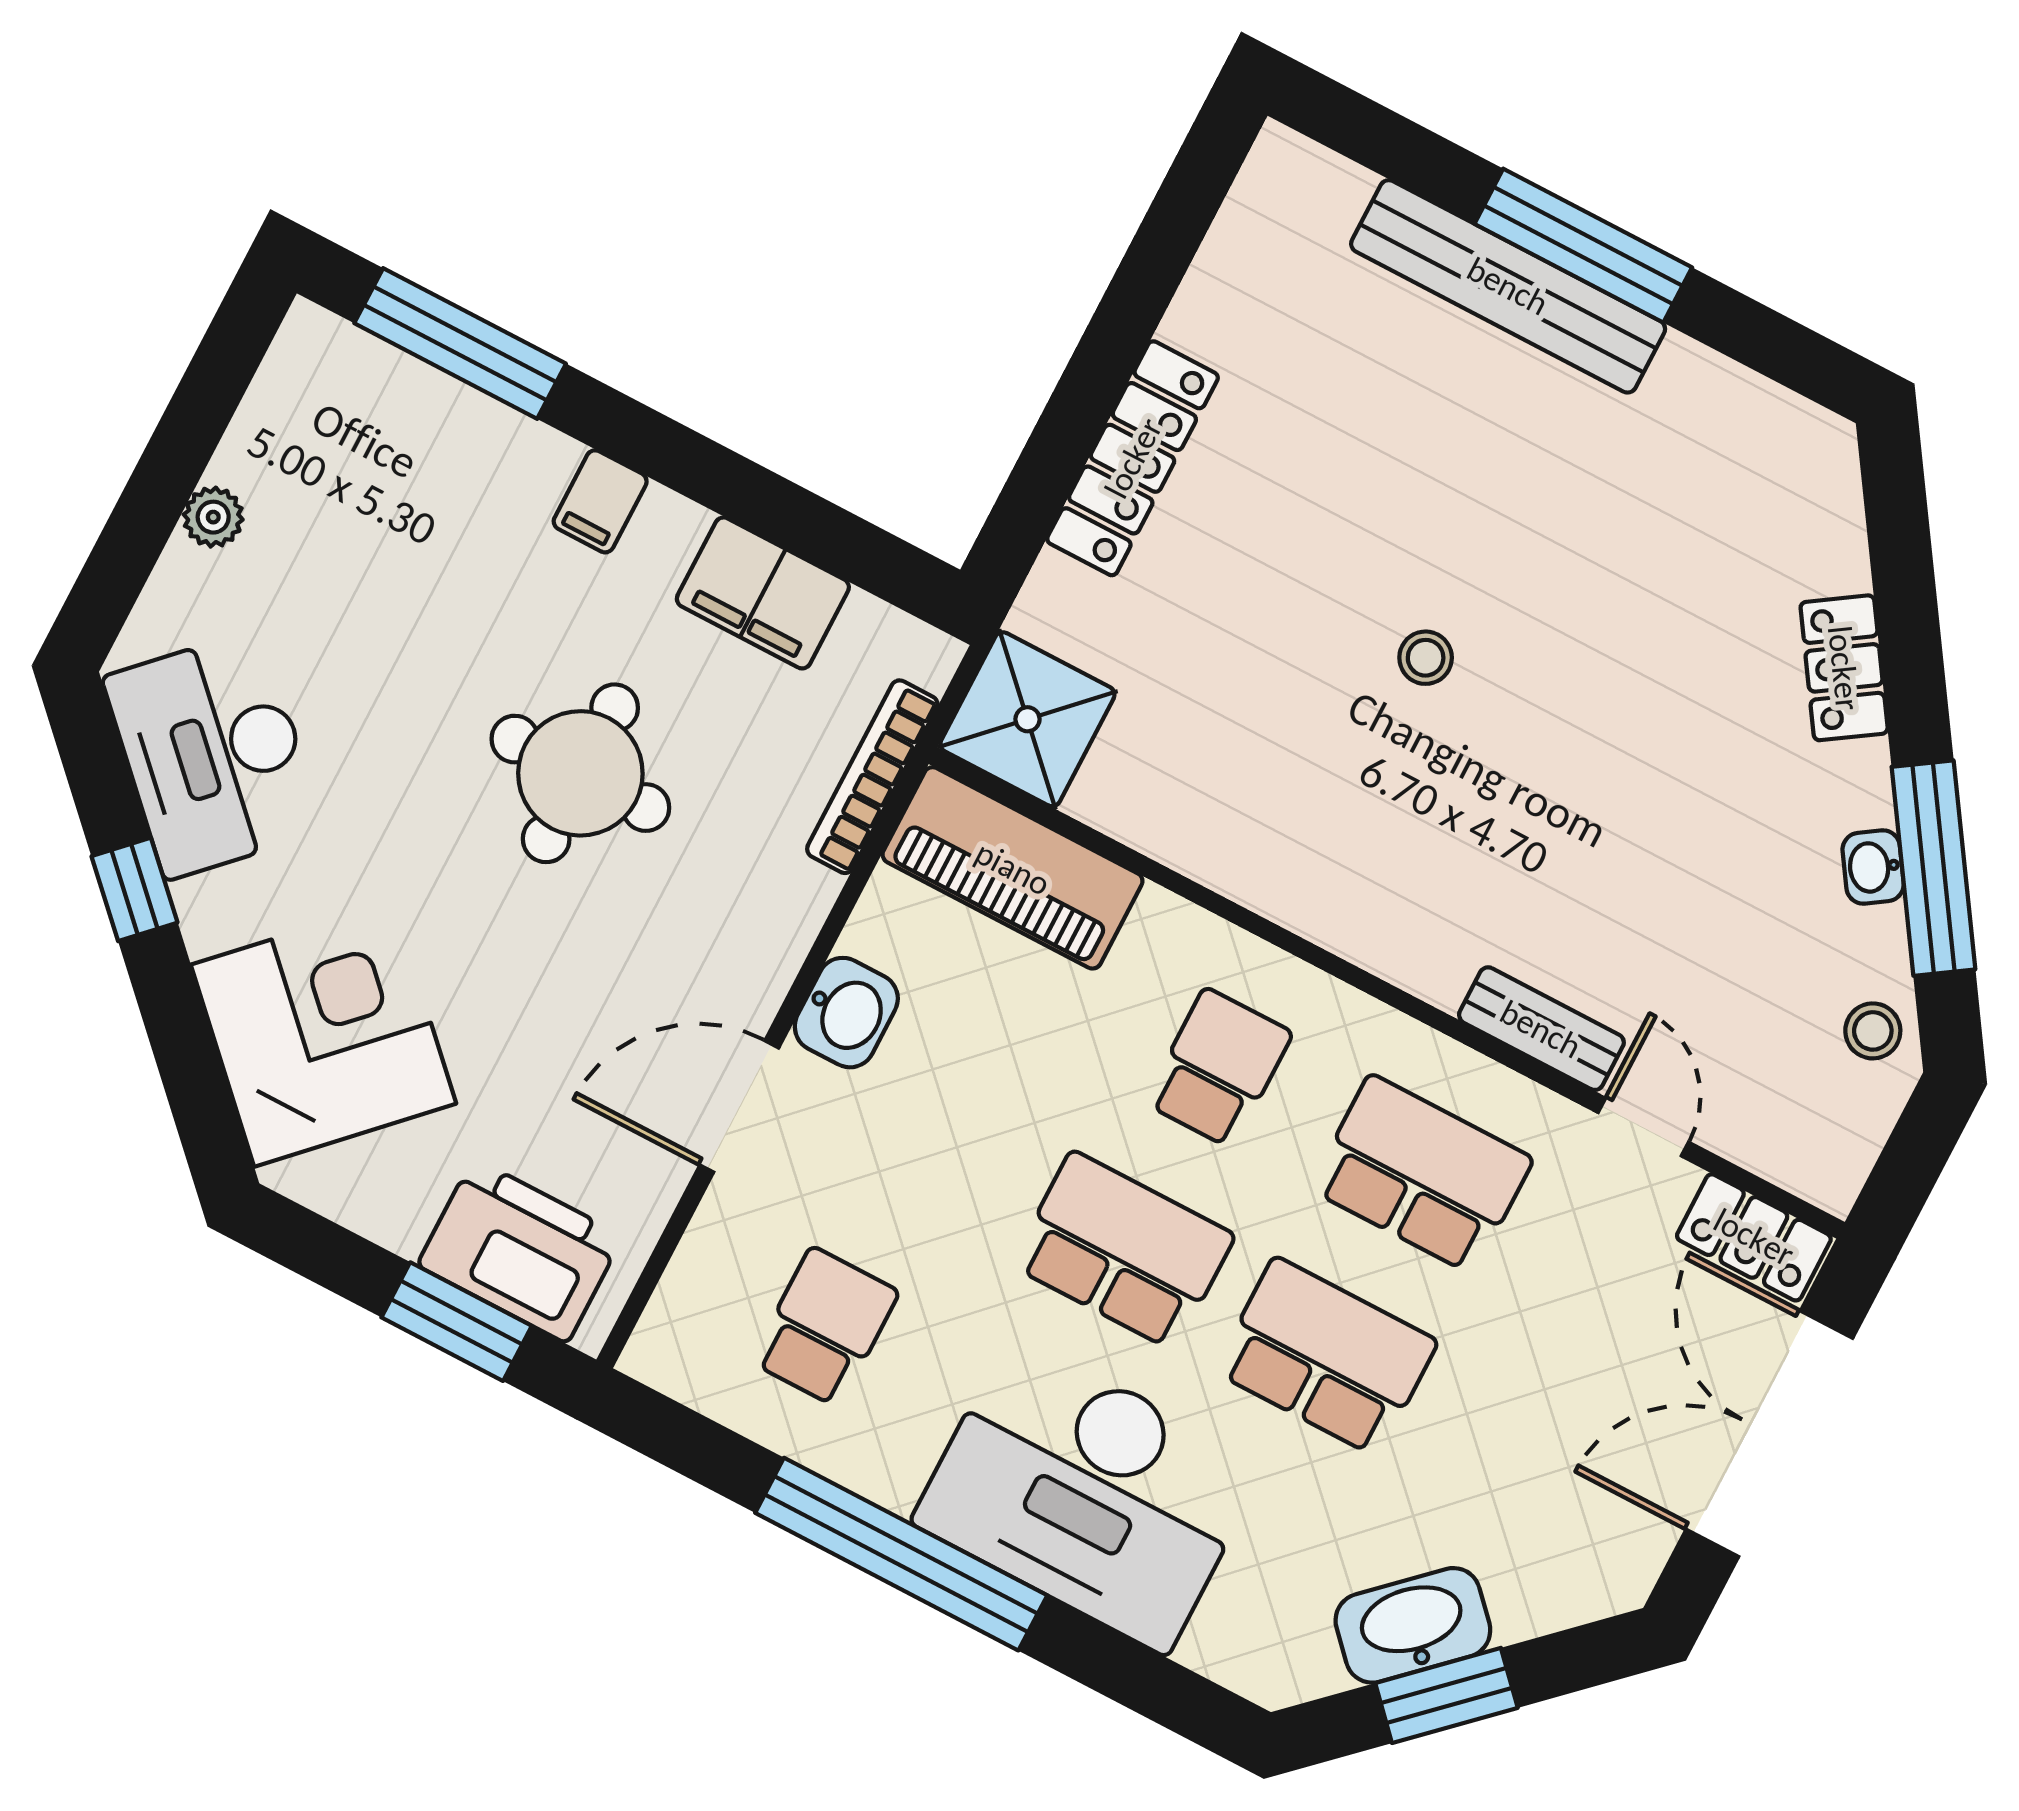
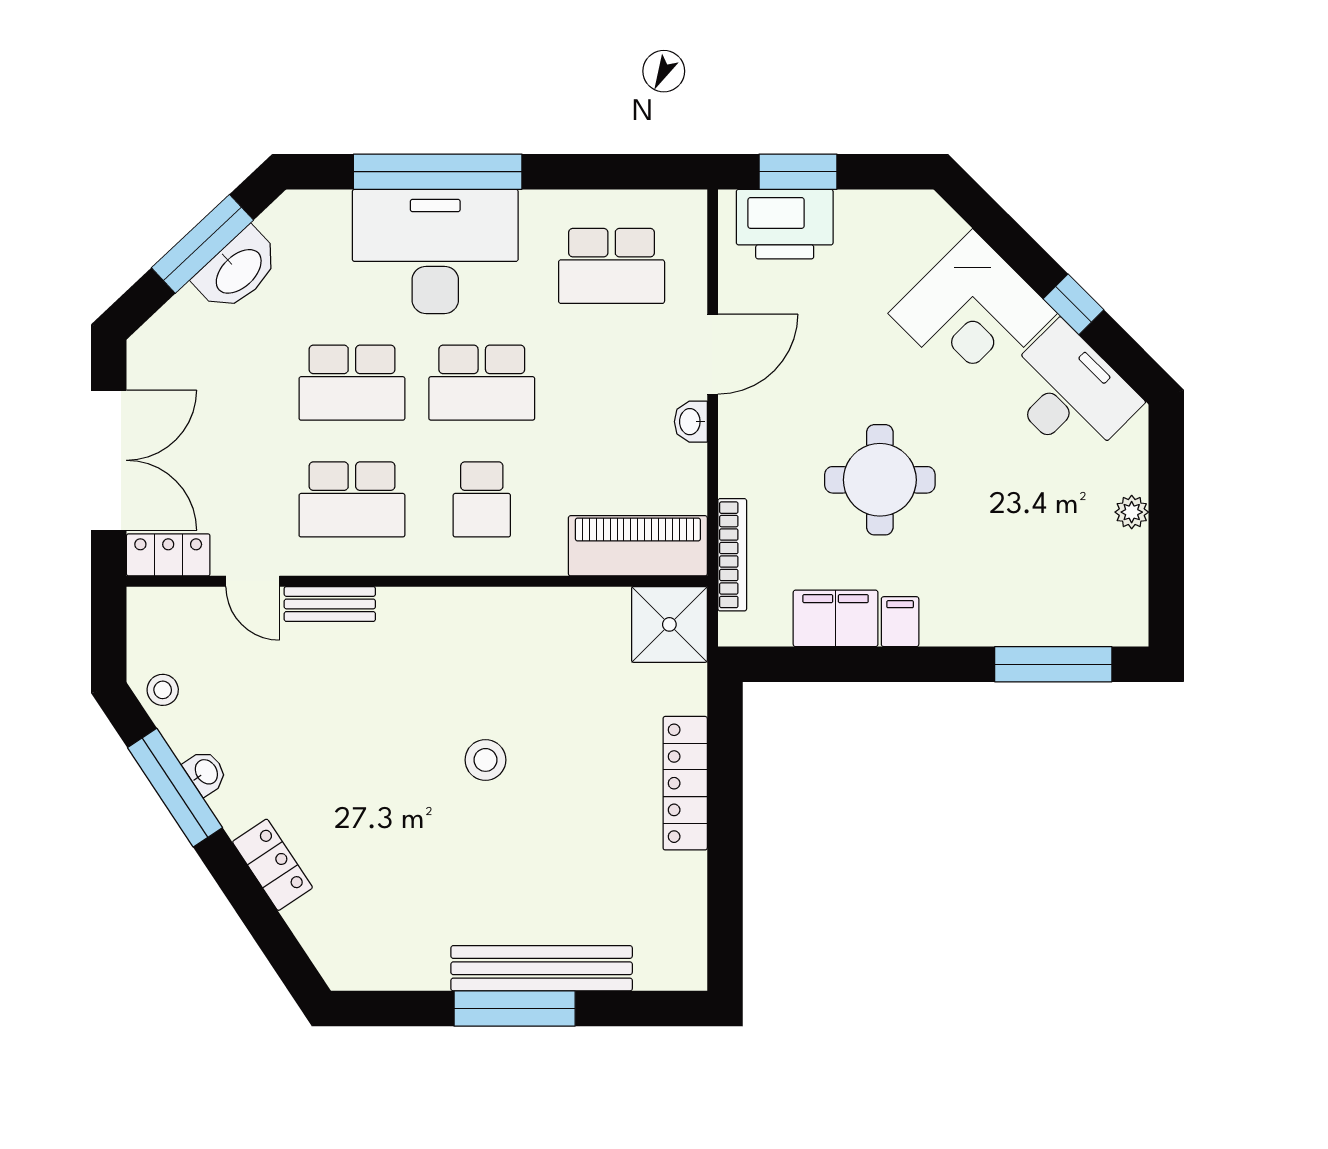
filing cabinet: (600, 501) -> (900, 622), moved
stool: (1426, 658) -> (485, 760), width x1.37, depth x1.37
washbasin: (846, 1013) -> (691, 422), width x0.72, depth x0.69
corner desk: (323, 1034) -> (973, 313), moved
school desk: (825, 1327) -> (612, 266), width x1.85
window: (901, 1554) -> (438, 172), moved
window: (1446, 1695) -> (202, 244), width x1.44

